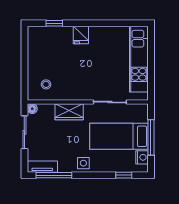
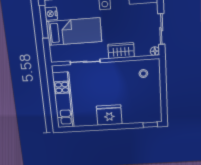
window: (54, 23) -> (150, 125), moved
fridge: (81, 35) -> (109, 115), width x1.88, depth x1.34
window: (151, 137) -> (44, 22), moved

